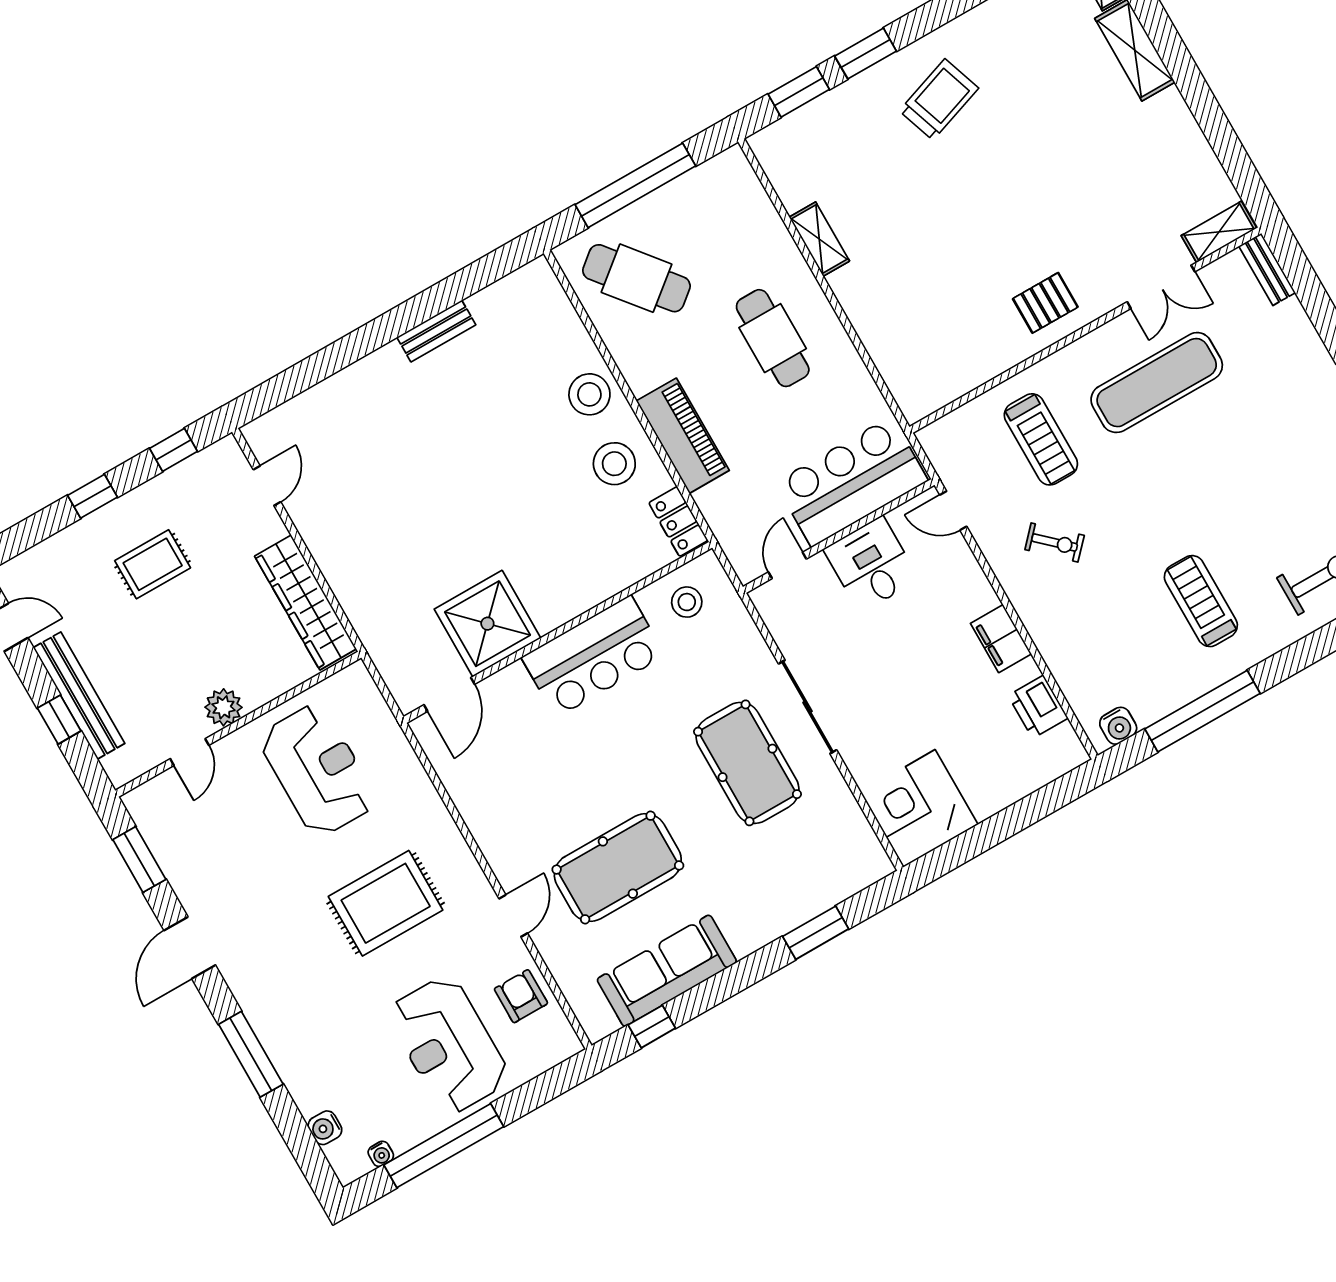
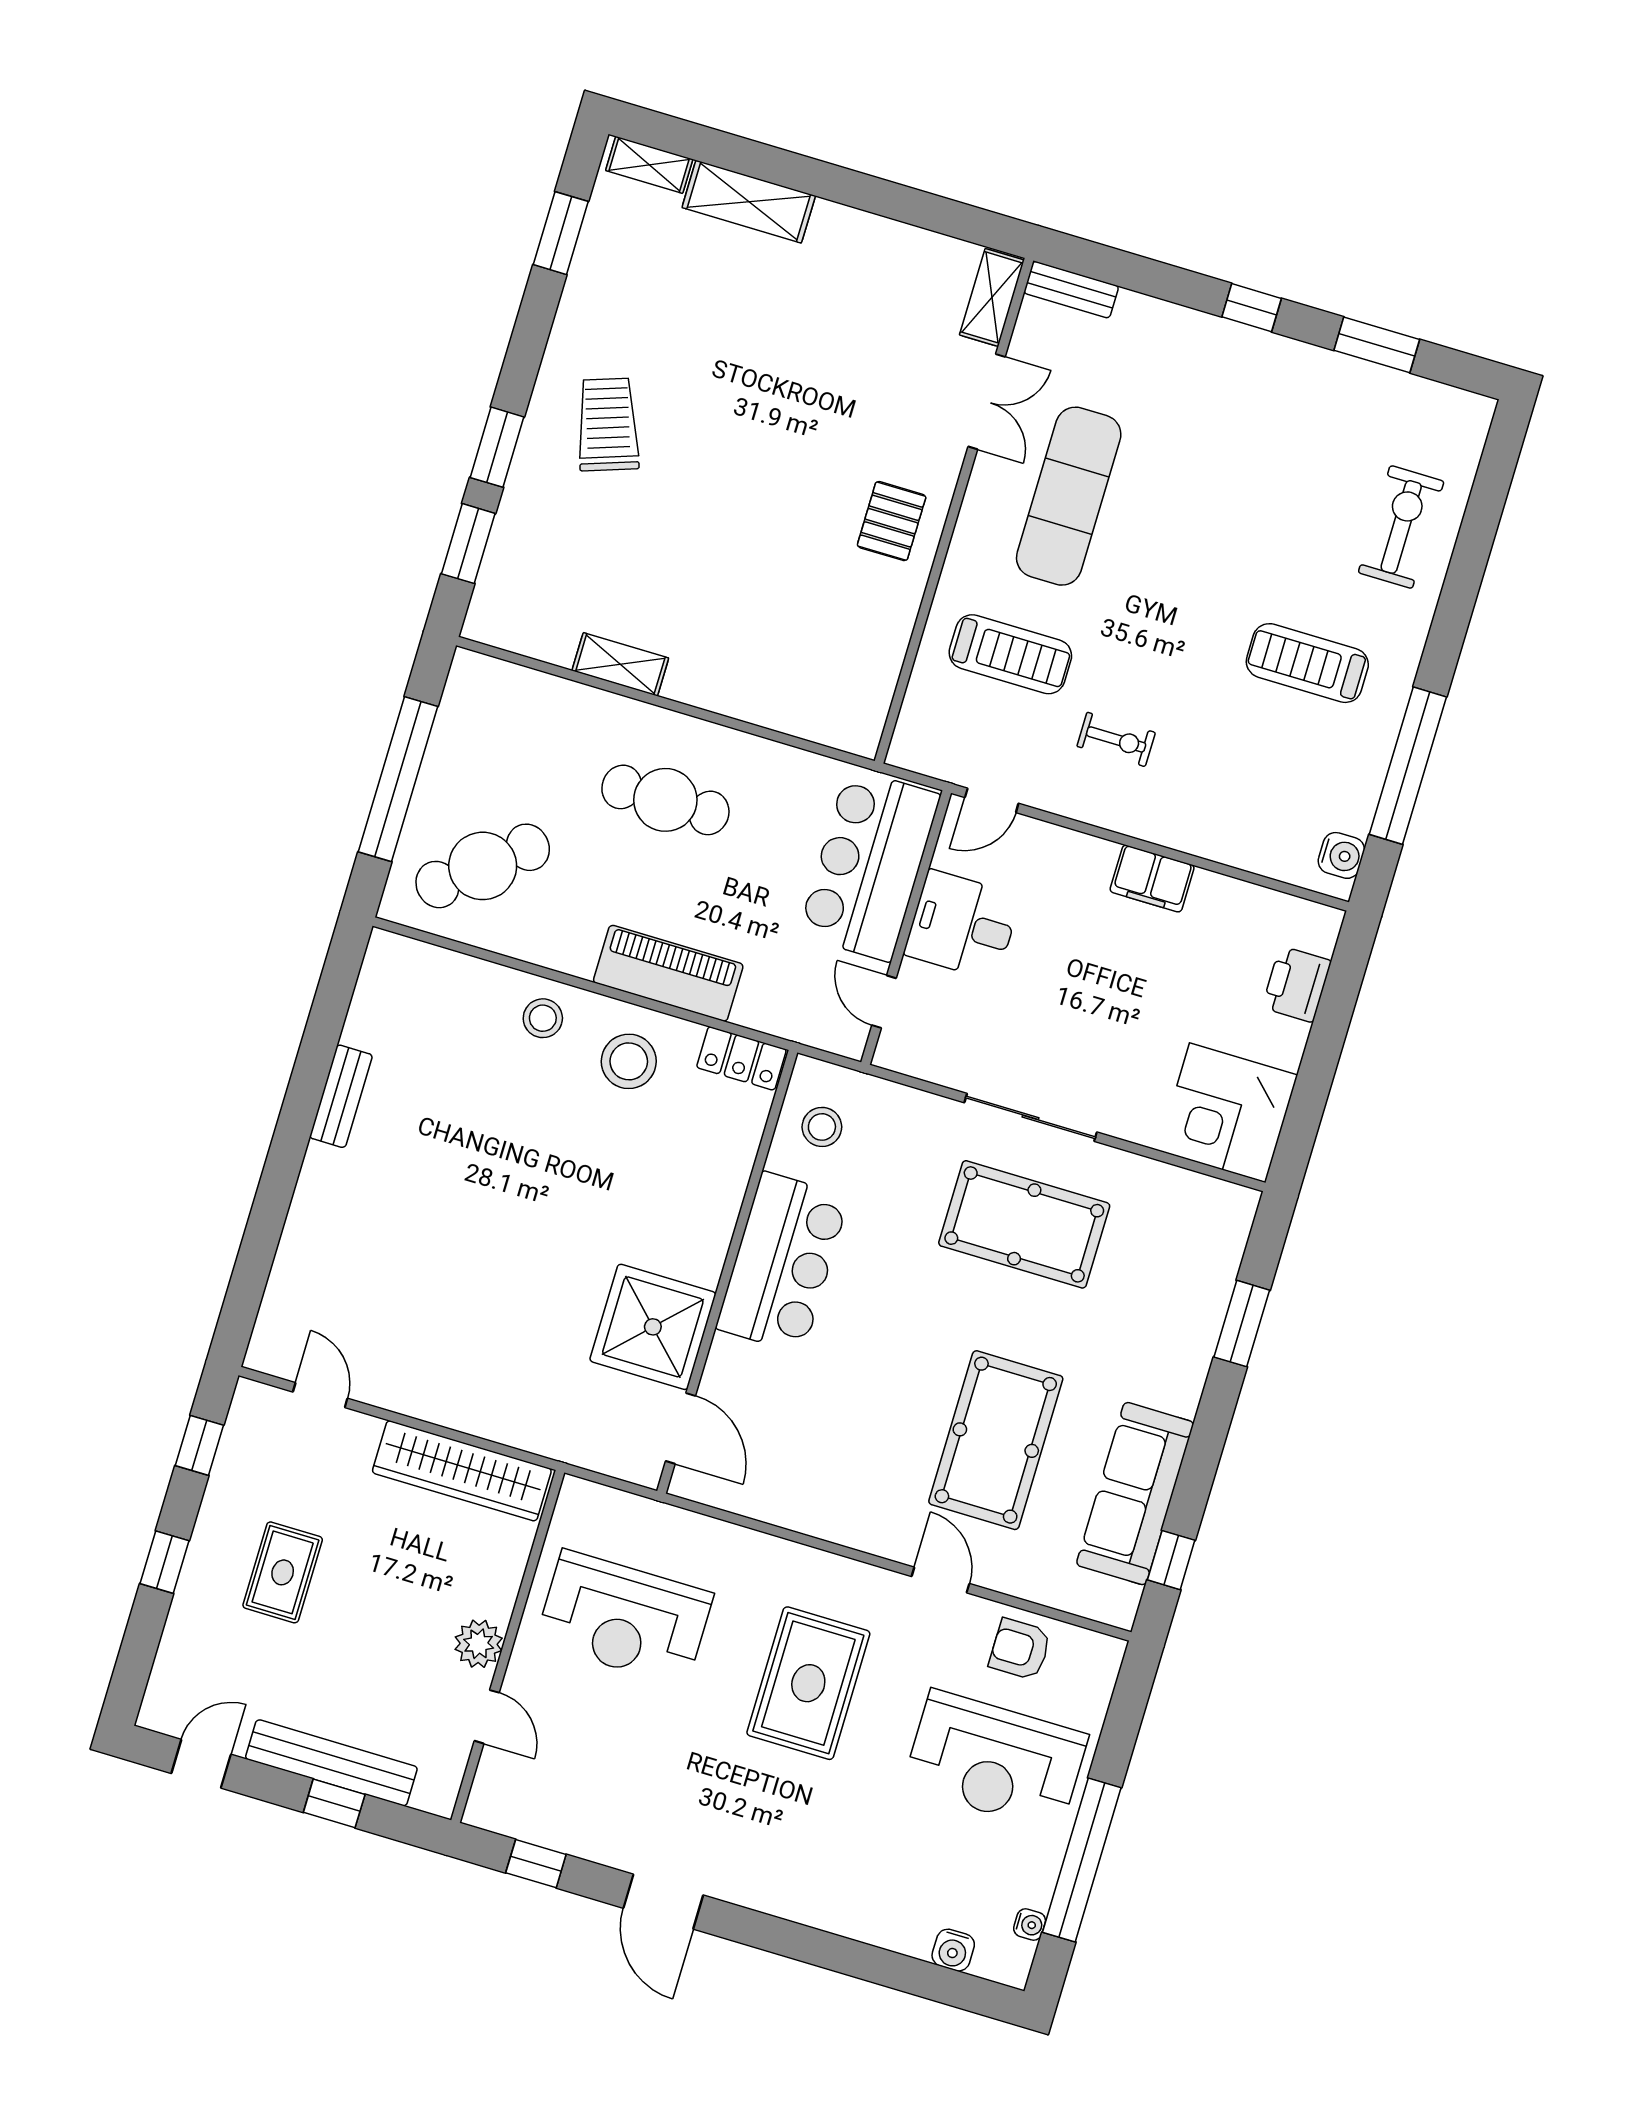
stool: (589, 394) -> (543, 1018), width x0.73, depth x0.73
exercise bike: (1055, 542) -> (1116, 739), turned 47
printer: (1038, 707) -> (1297, 984), moved, turned 90
reception desk: (318, 770) -> (624, 1618), turned 180
window: (139, 859) -> (536, 1864), width x0.67
window: (251, 1054) -> (817, 1947), removed

